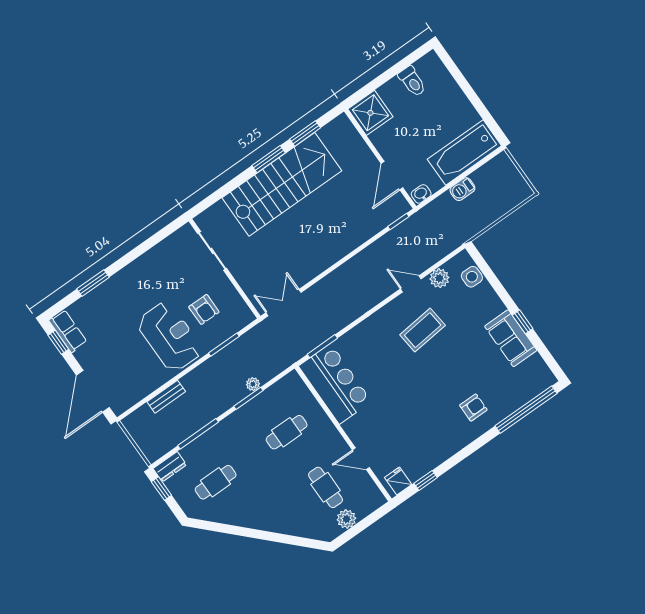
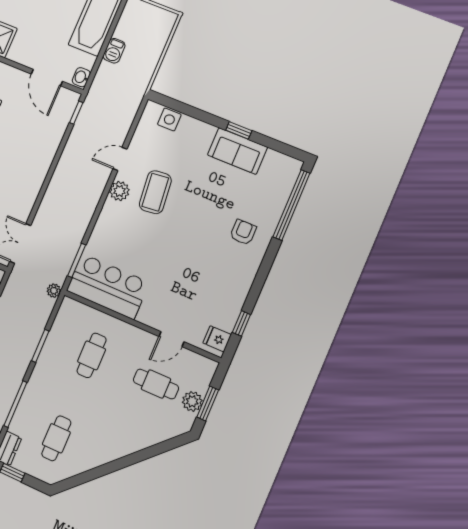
plant: (439, 278) -> (119, 191), moved
plant: (253, 384) -> (54, 291), moved
window: (358, 528) -> (208, 403), added

